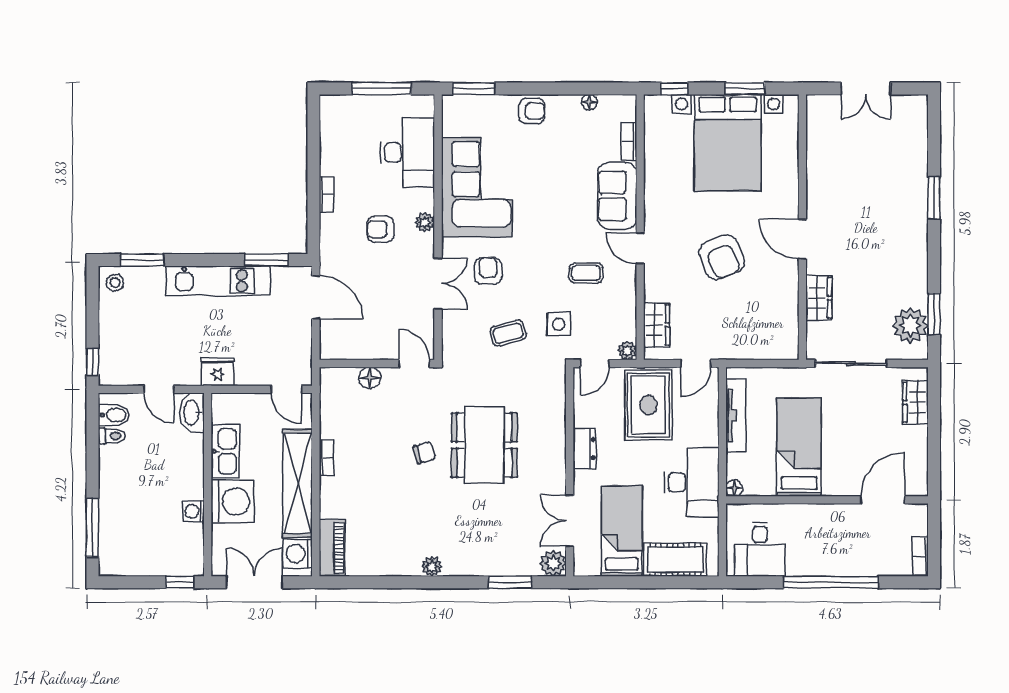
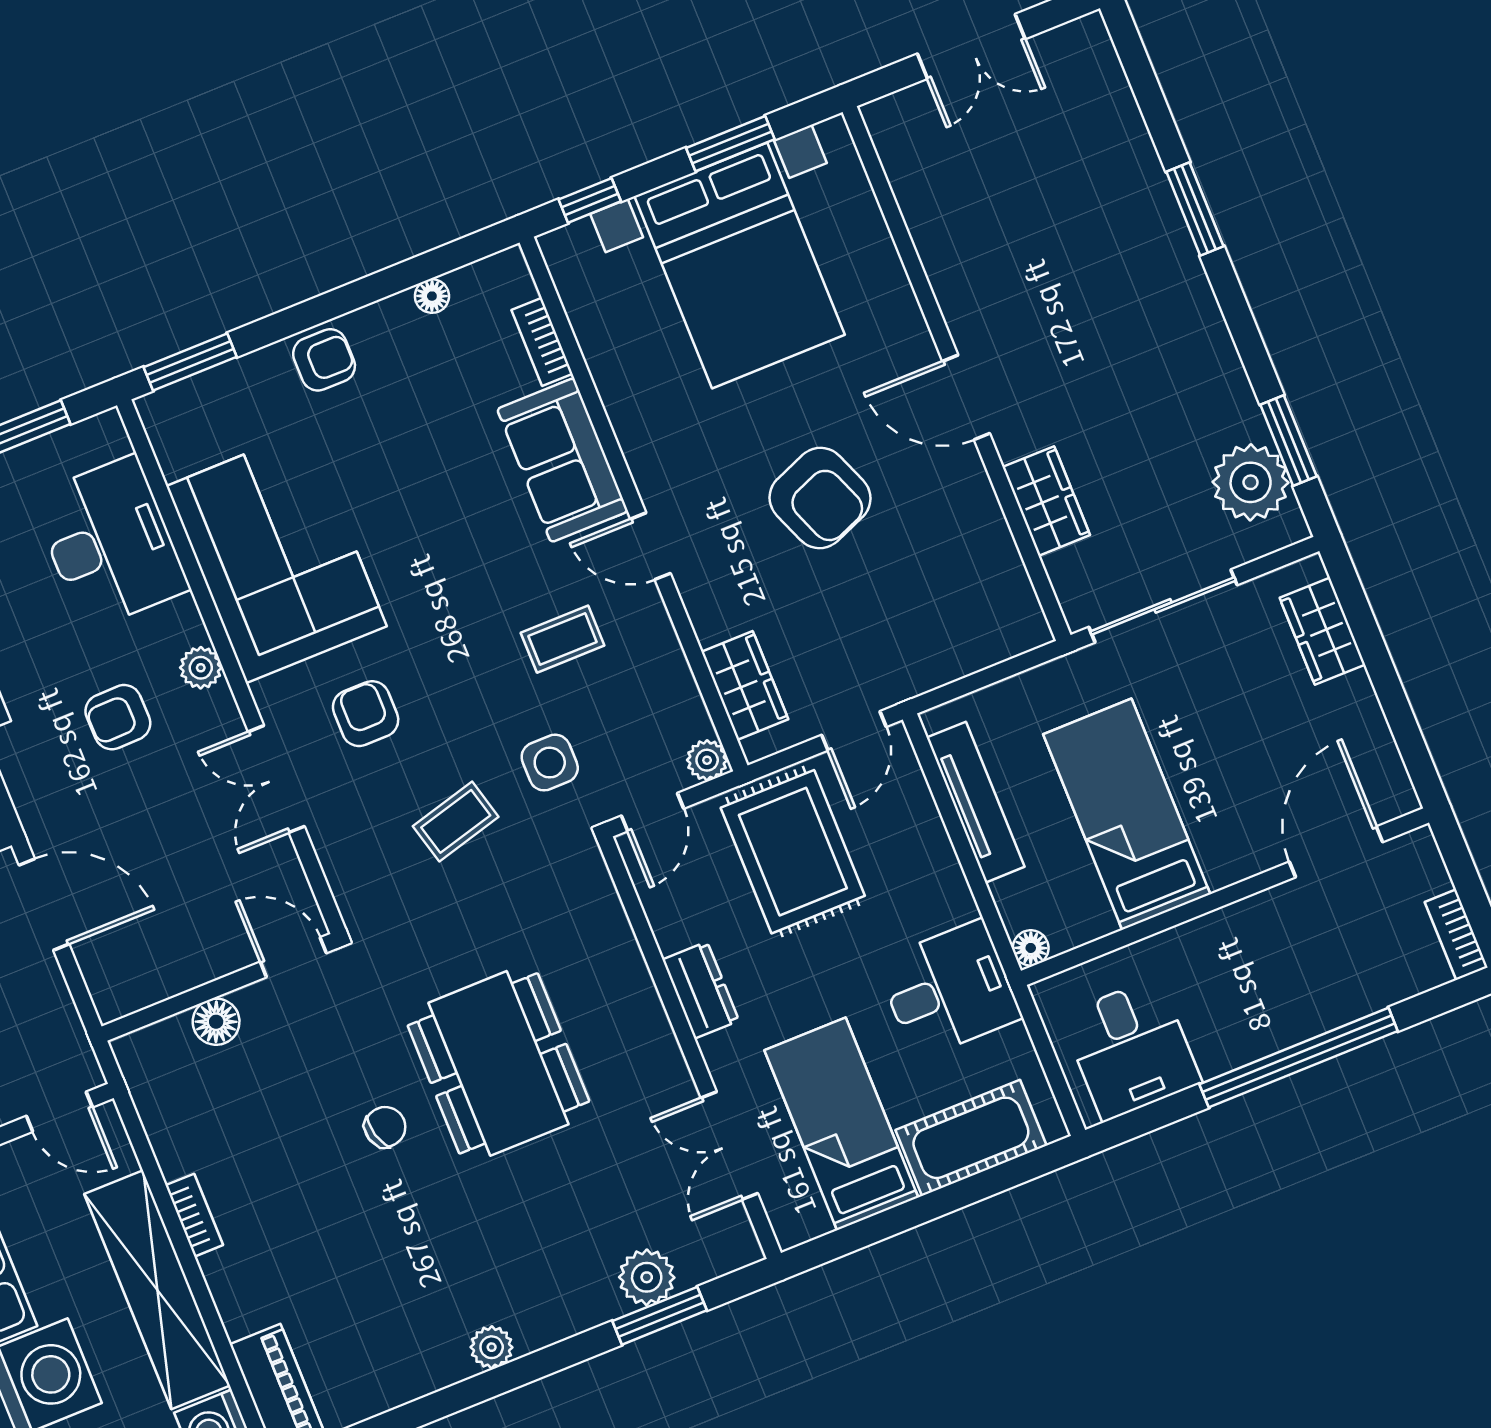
double door: (438, 284) -> (276, 779), swing flipped
desk: (692, 482) -> (949, 990), width x0.73
plant: (553, 563) -> (647, 1277), moved

